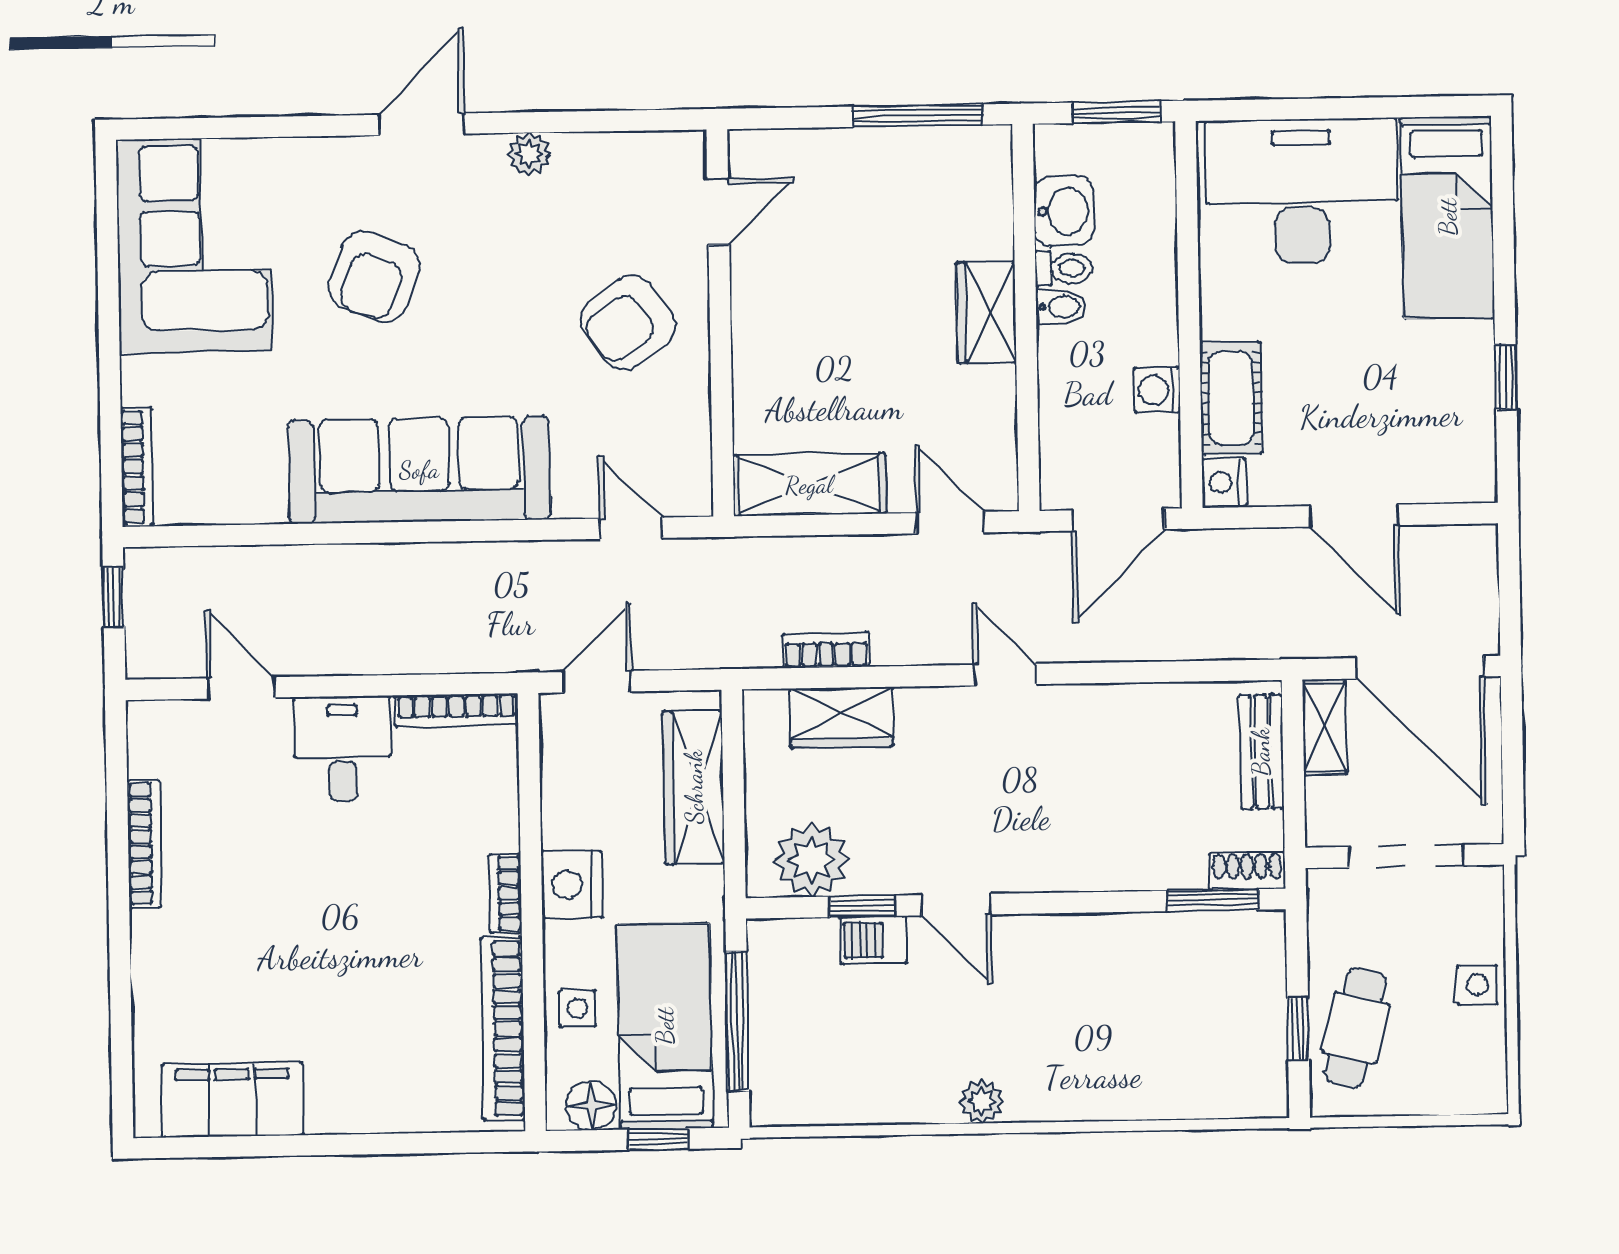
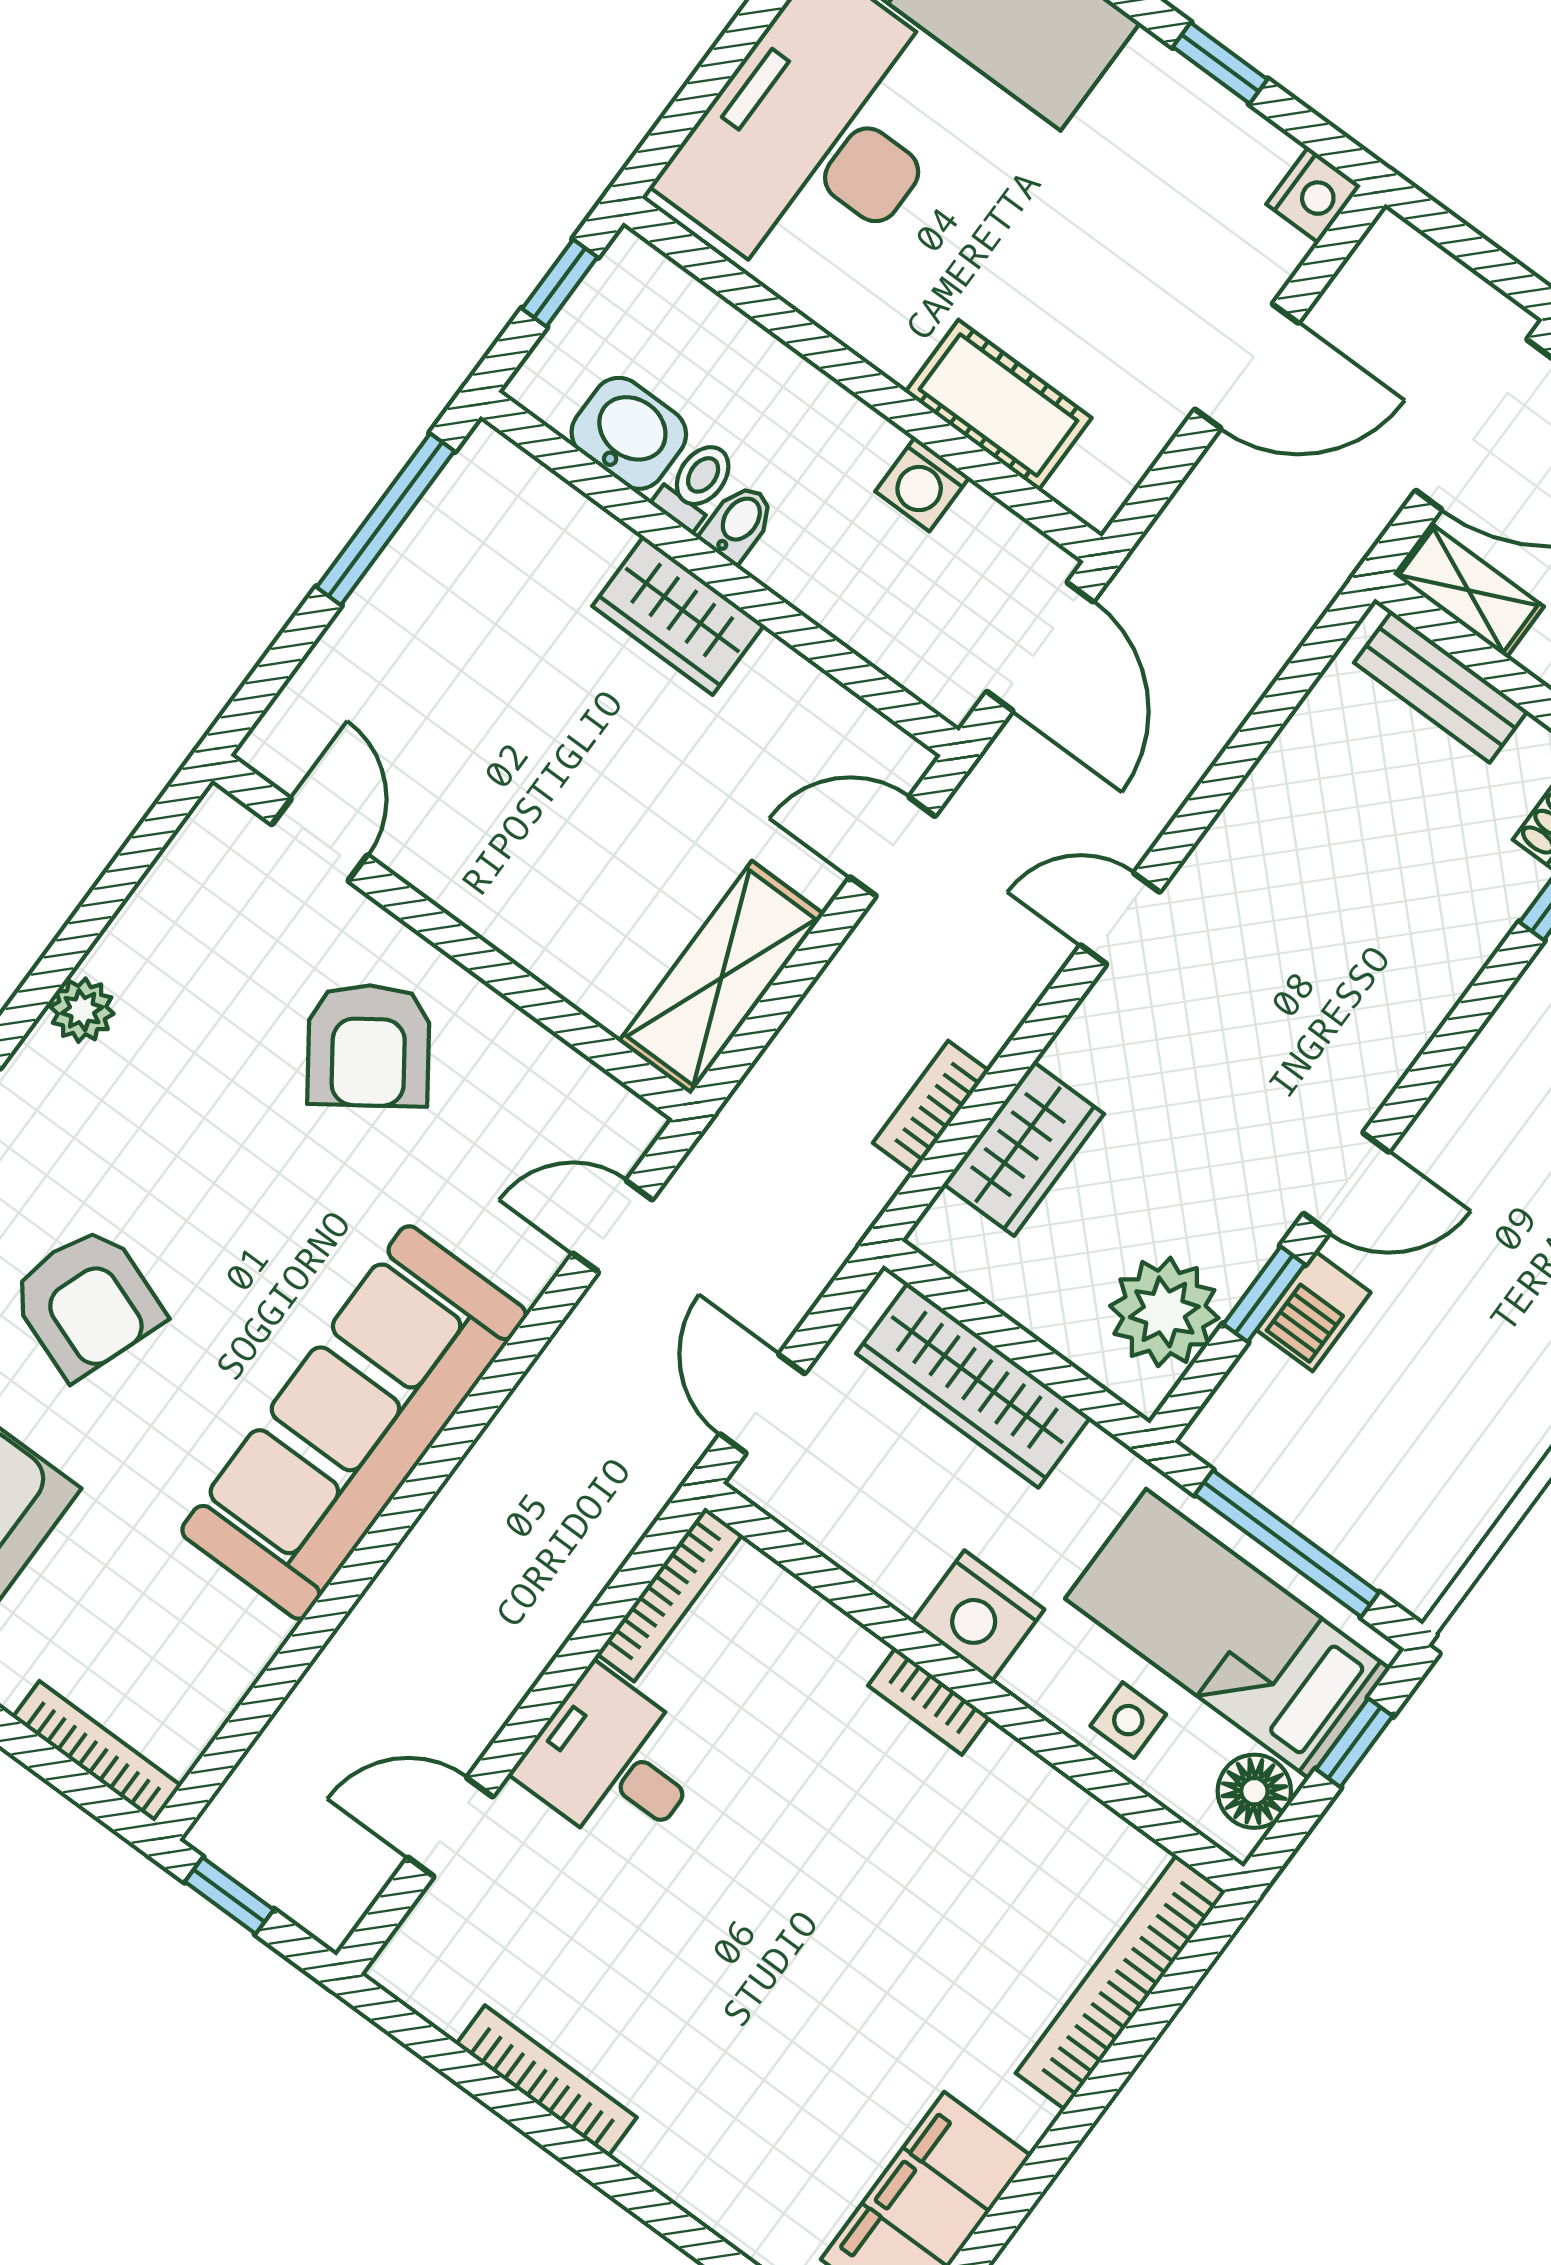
window: (1116, 112) -> (560, 283), width x0.67
nightstand: (1224, 482) -> (1314, 195), moved, turned -90
bookcase: (503, 1029) -> (1121, 1982), moved, turned 90

